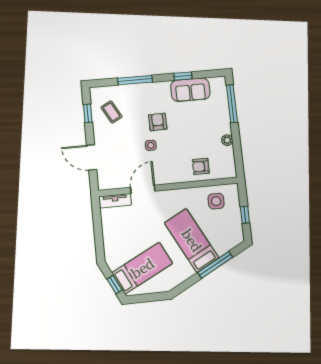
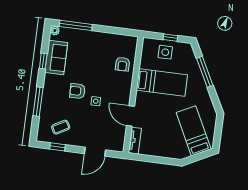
plant: (227, 140) -> (55, 31), moved
side table: (216, 201) -> (165, 52), moved
bed: (192, 240) -> (162, 83), moved, turned -152
window: (115, 285) -> (201, 156), removed

